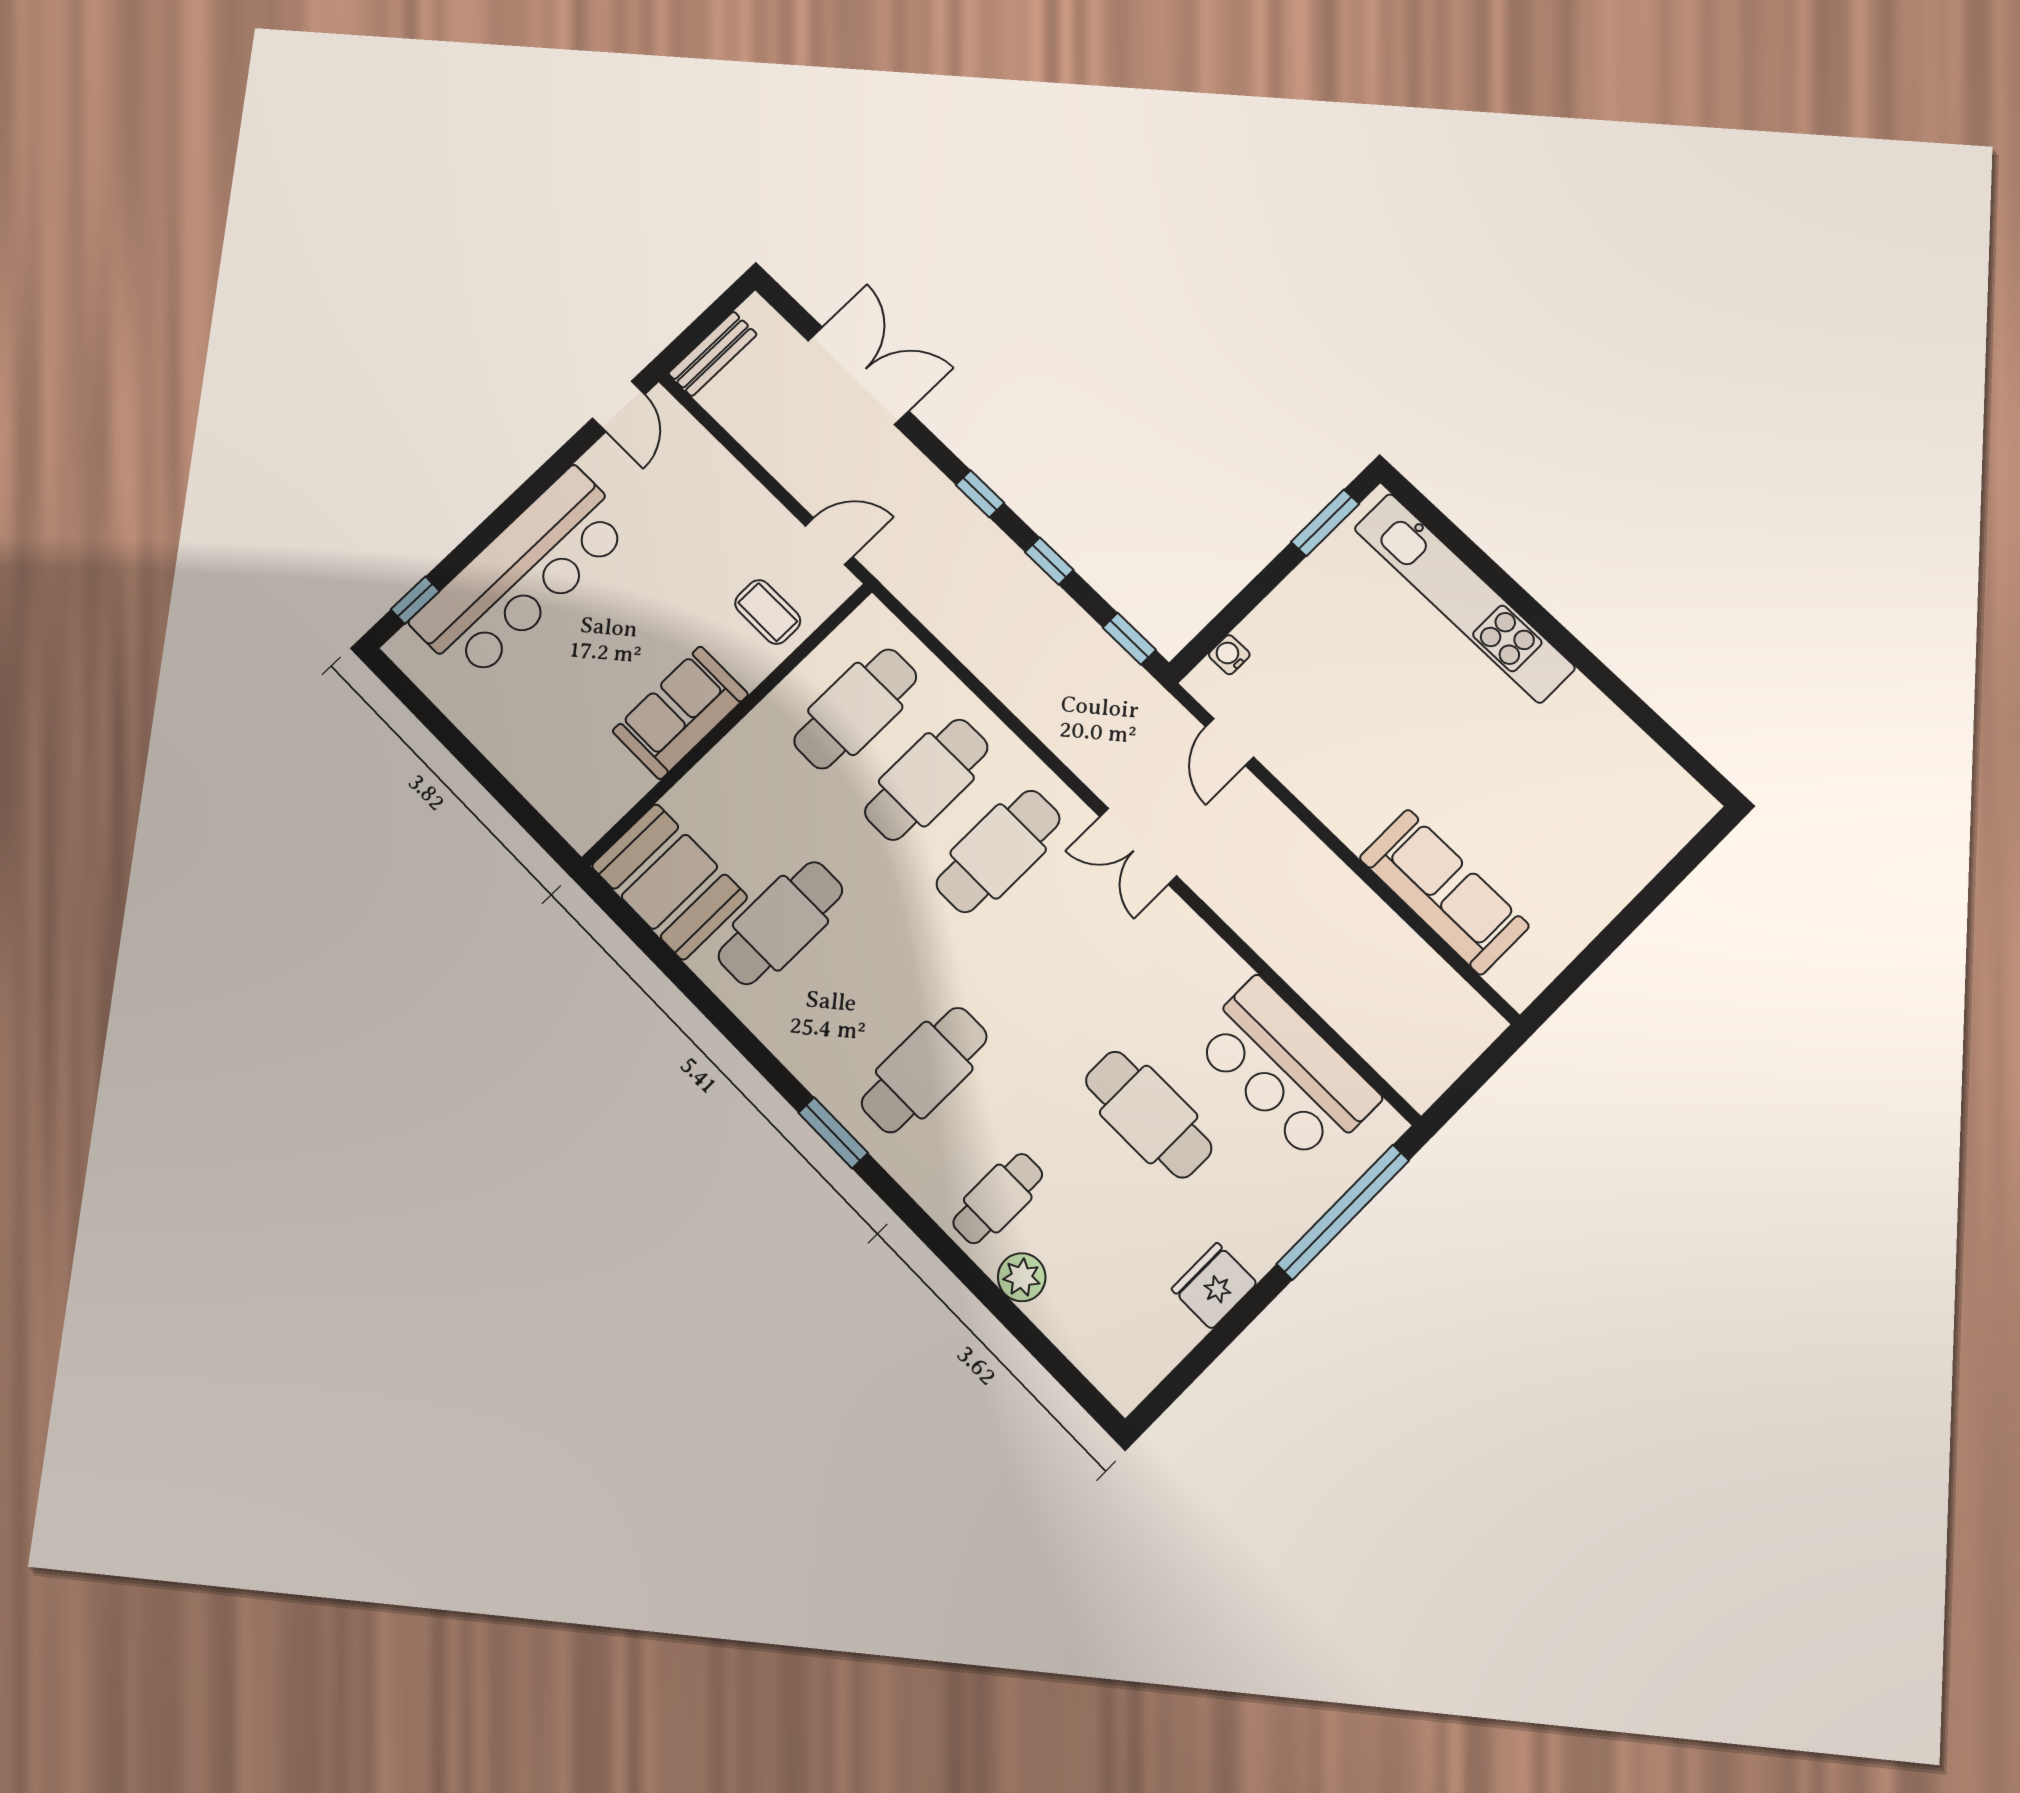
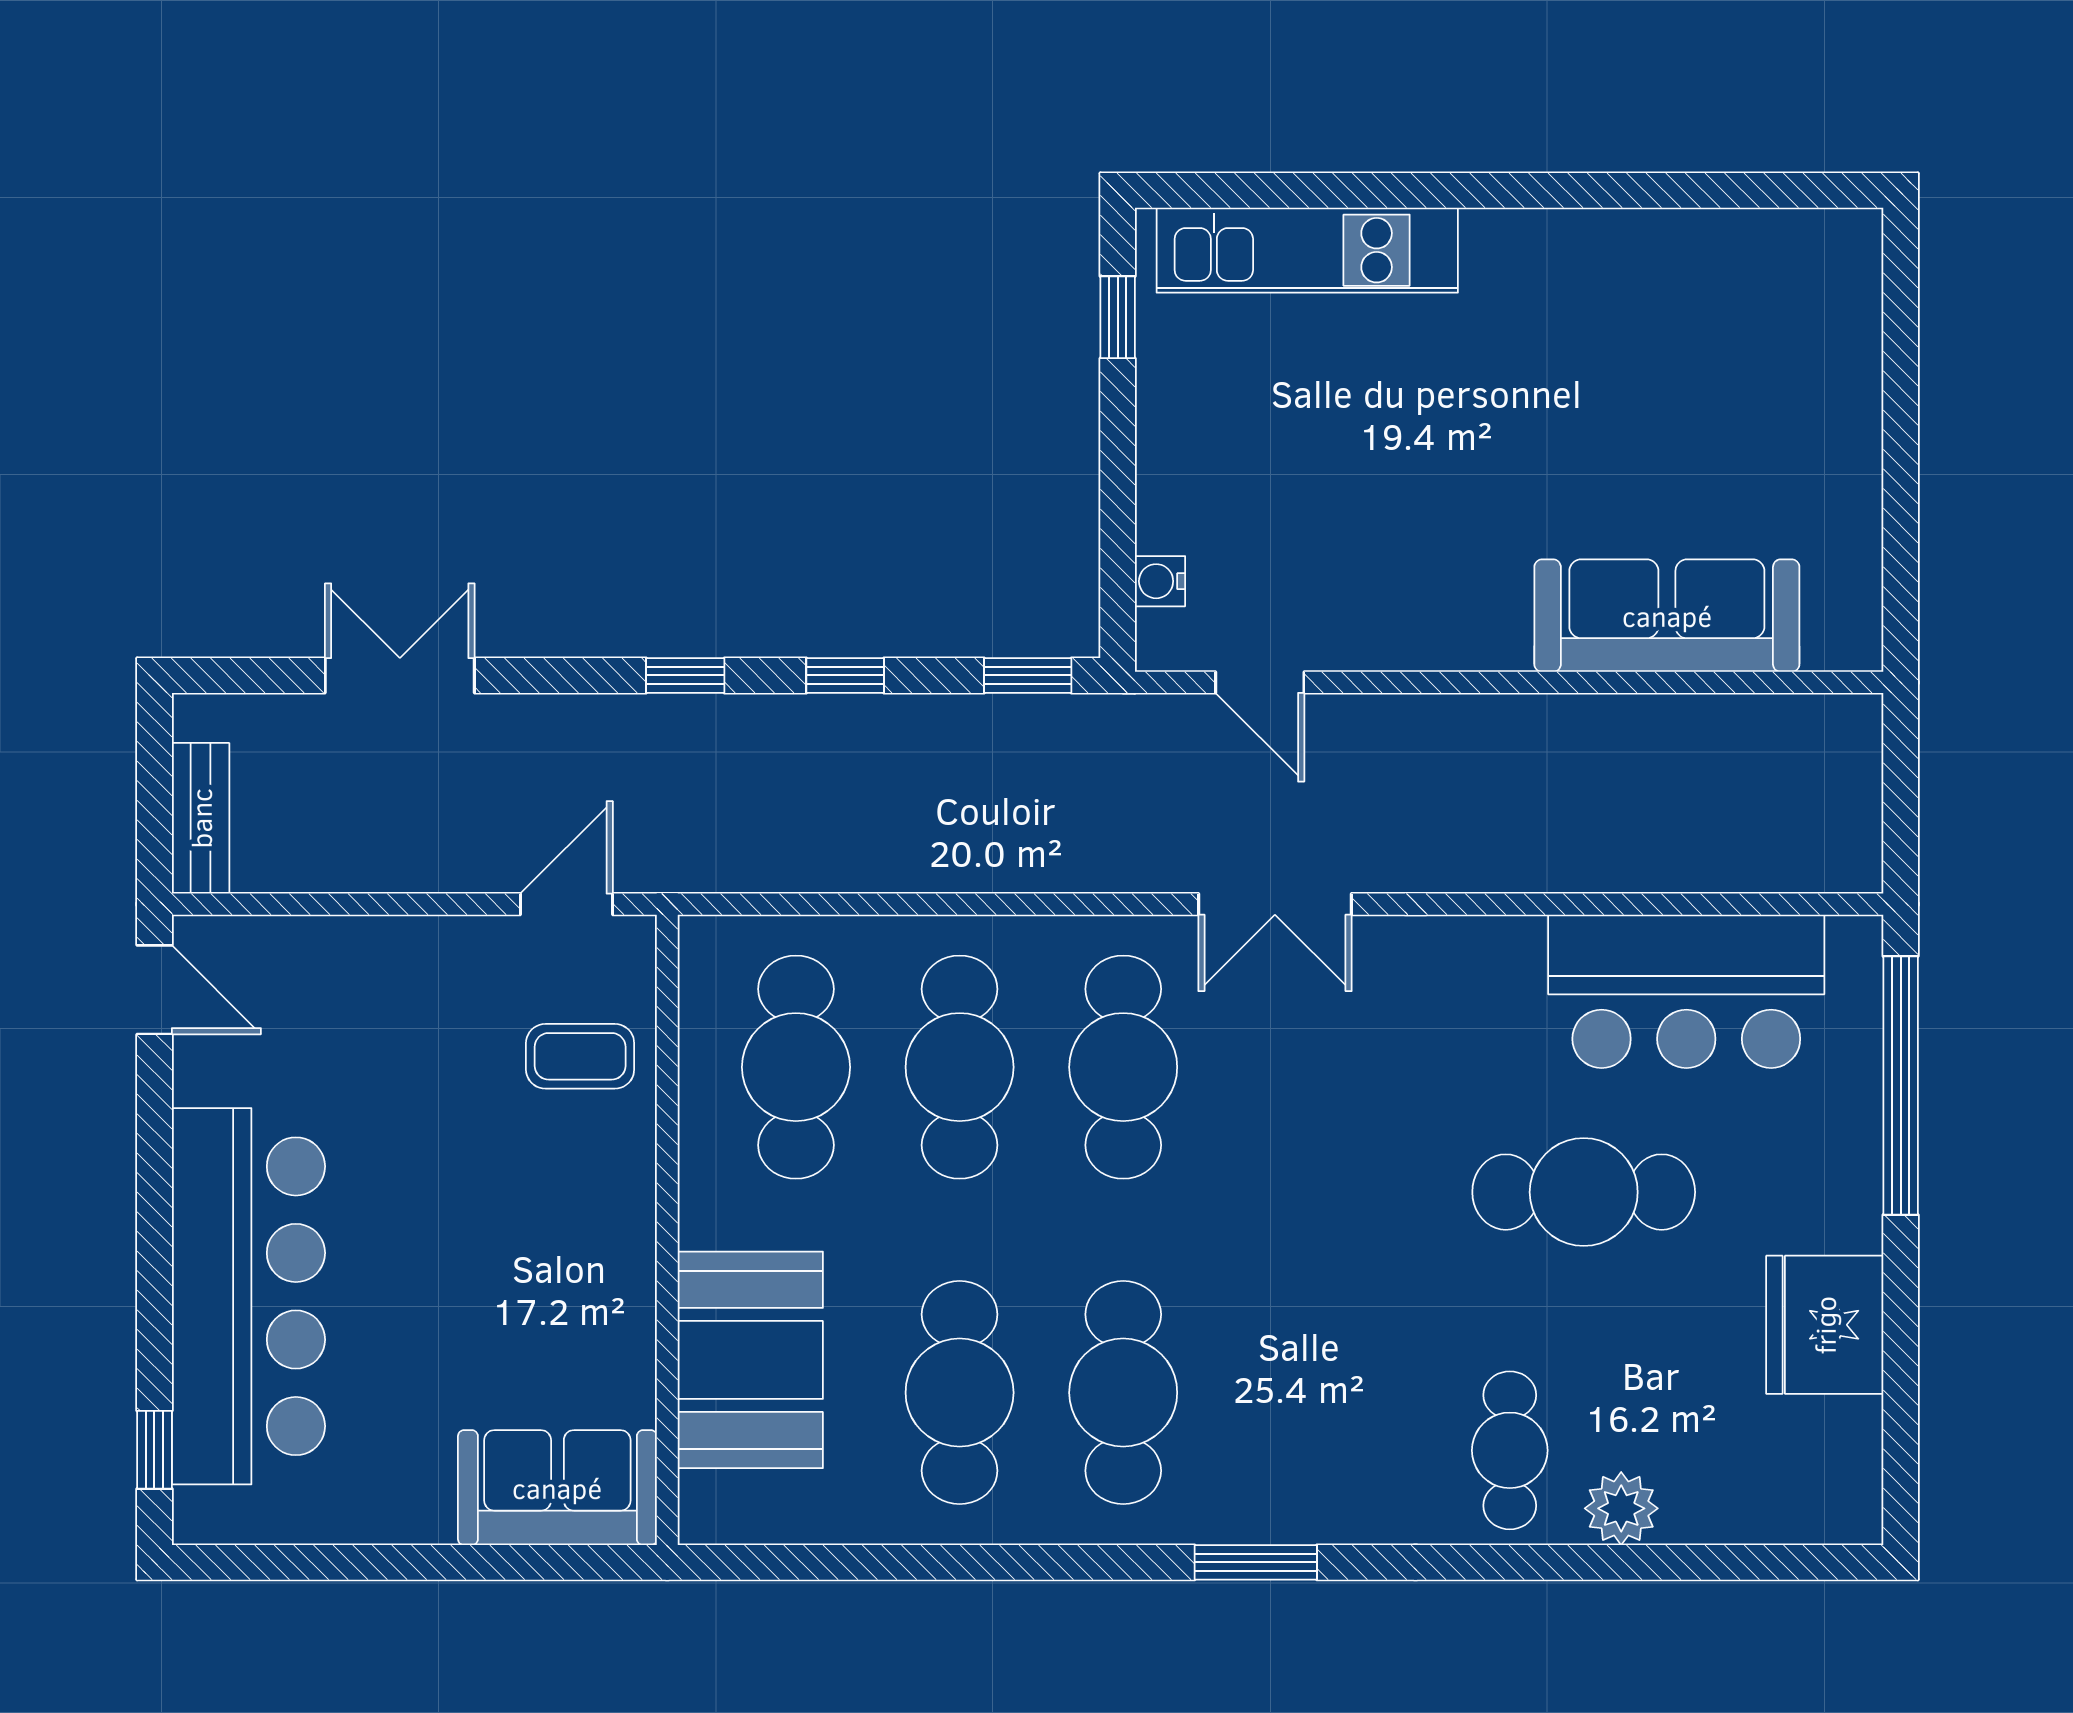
double door: (858, 376) -> (400, 675), width x0.73
window: (1325, 523) -> (1118, 317), width x0.67
kitchen unit: (1464, 598) -> (1307, 250), width x0.73
sofa: (680, 713) -> (557, 1488), moved, turned 90
booth: (669, 882) -> (750, 1360), moved, turned 90
cafe table: (924, 1070) -> (1123, 1393), moved
fridge: (1214, 1286) -> (1825, 1325), width x1.36, depth x1.34

